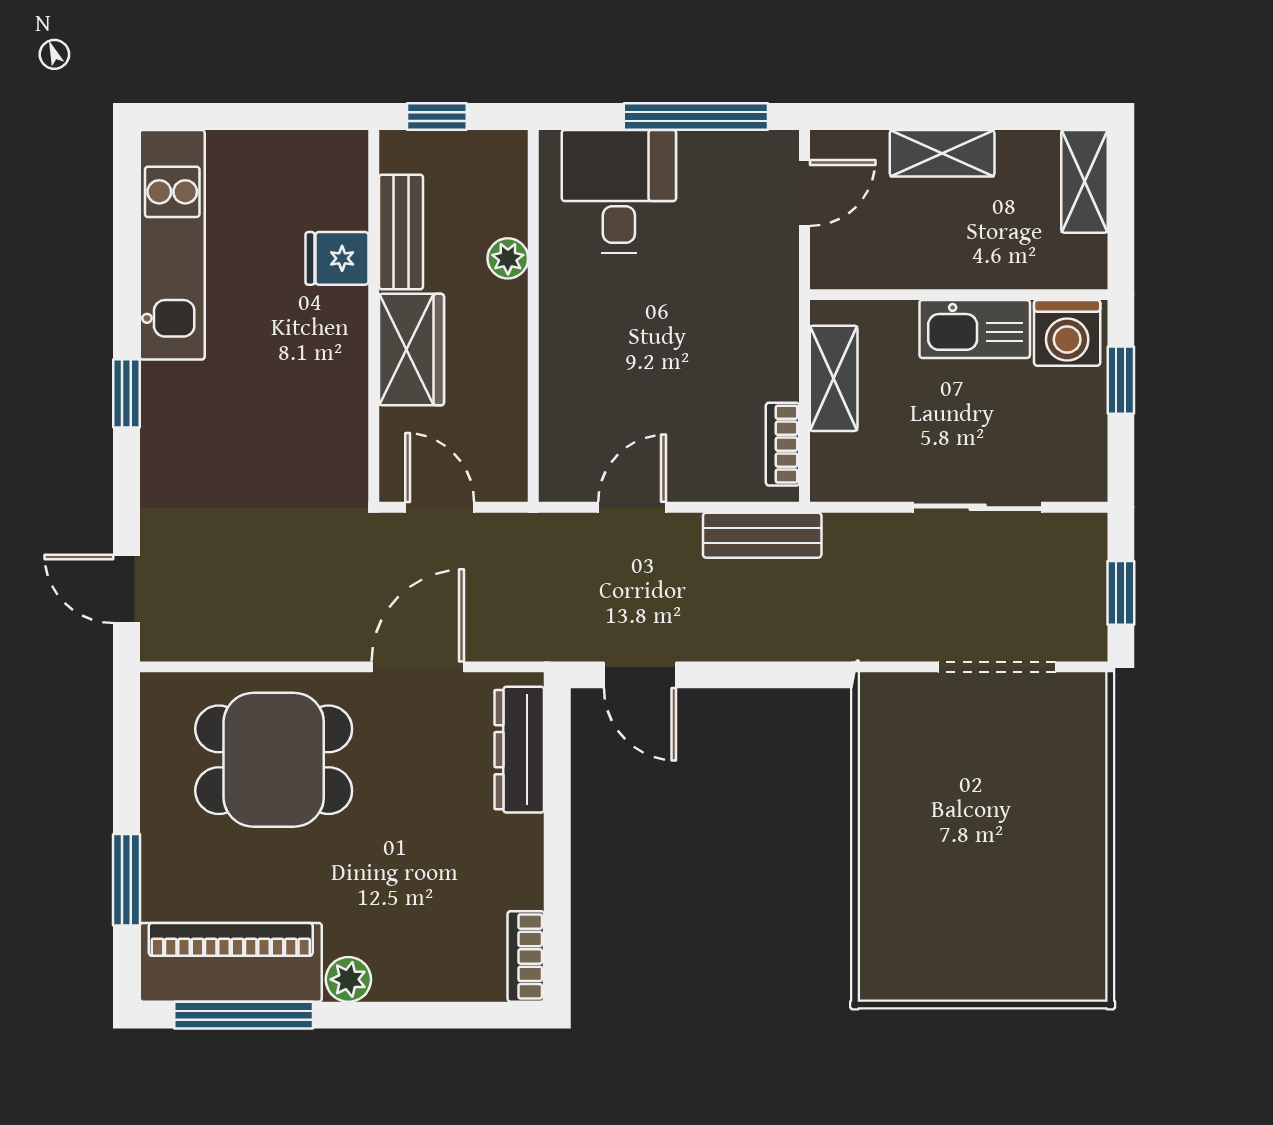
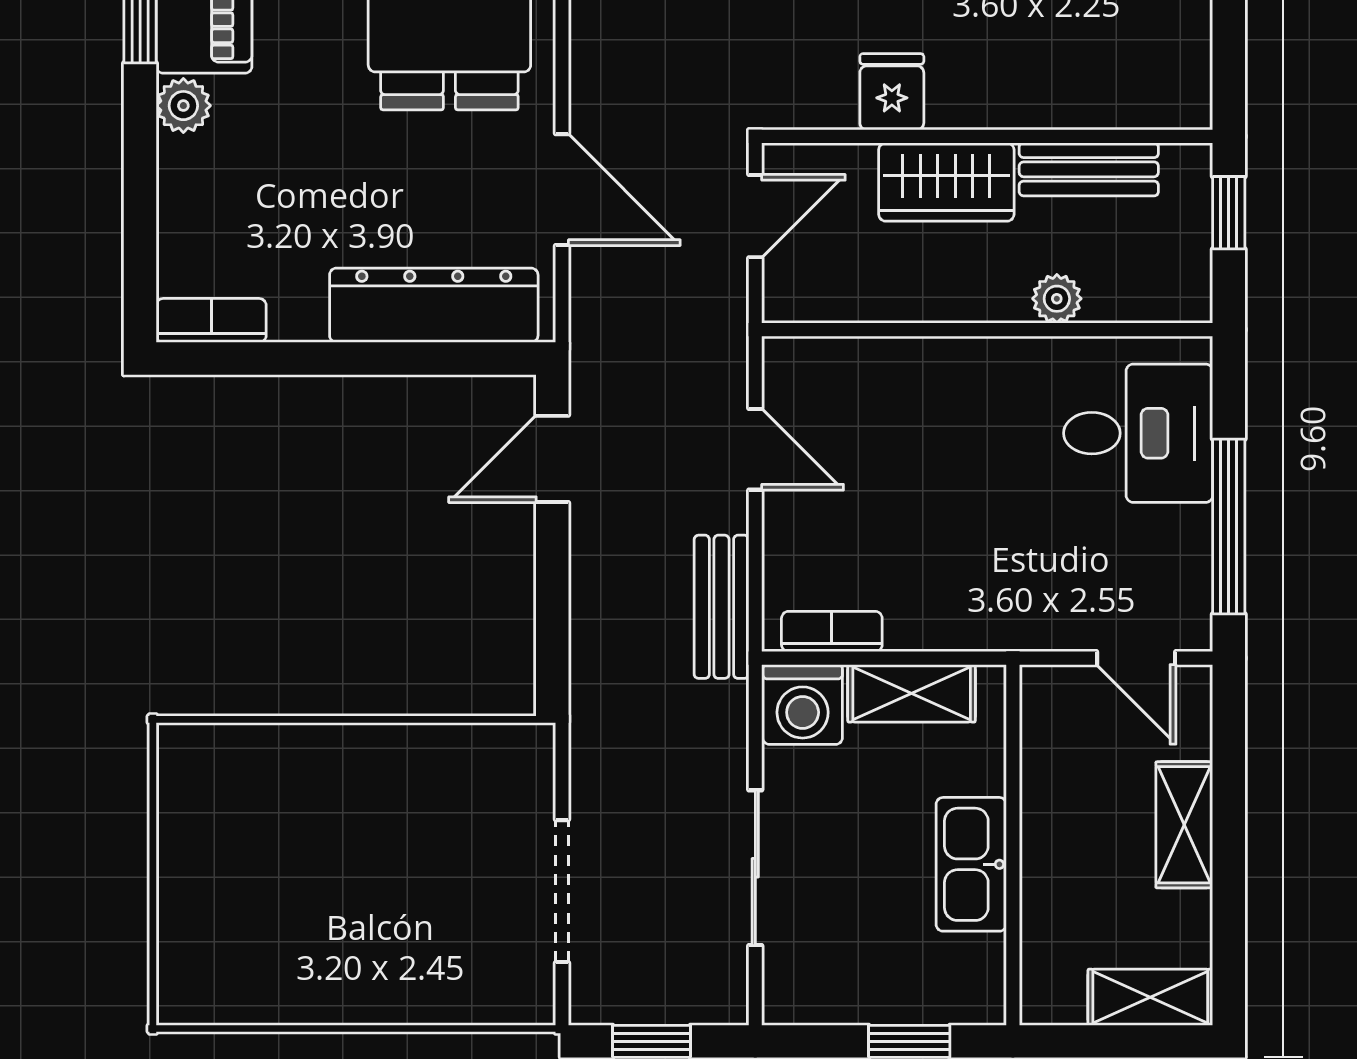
fridge: (337, 258) -> (892, 92), moved
washing machine: (1067, 333) -> (803, 704), moved, turned -90
dresser: (519, 750) -> (434, 305), width x1.37, depth x1.24

